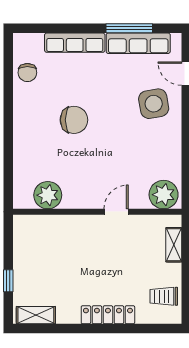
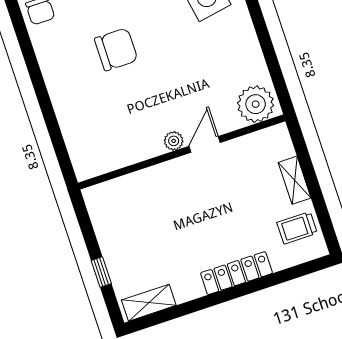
plant: (48, 195) -> (174, 141), moved, width x0.53, depth x0.53
shelving: (174, 245) -> (295, 180), moved

